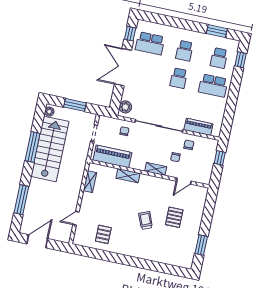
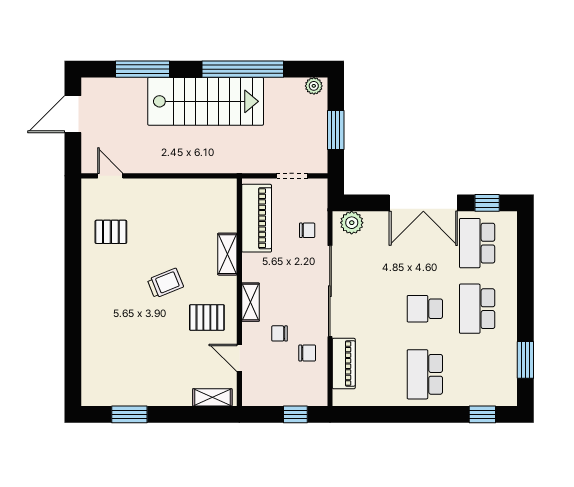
school desk: (185, 51) -> (477, 309), width x1.85
school desk: (219, 58) -> (477, 374), removed
double door: (123, 67) -> (423, 203), swing flipped
window: (33, 147) -> (243, 69), width x1.46
stairs: (50, 149) -> (206, 101), moved
shelving: (90, 182) -> (212, 397), moved
pallet: (174, 217) -> (207, 317), moved
door: (76, 218) -> (110, 176), moved
trolley: (146, 220) -> (165, 283), moved
door: (37, 241) -> (73, 114), swing flipped

